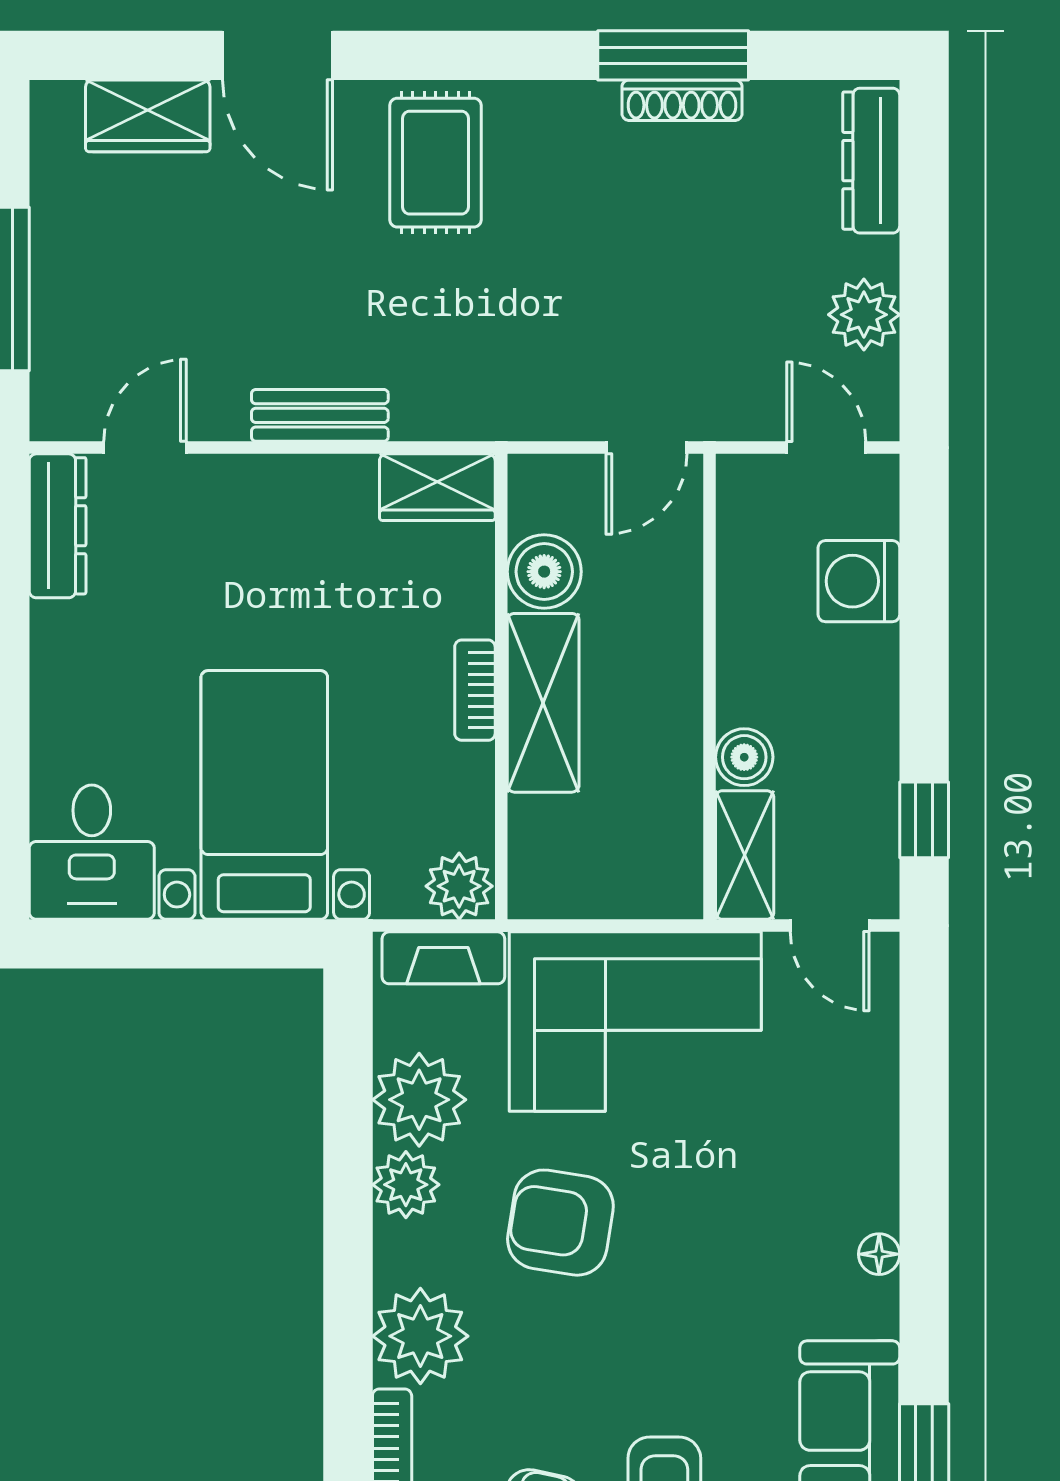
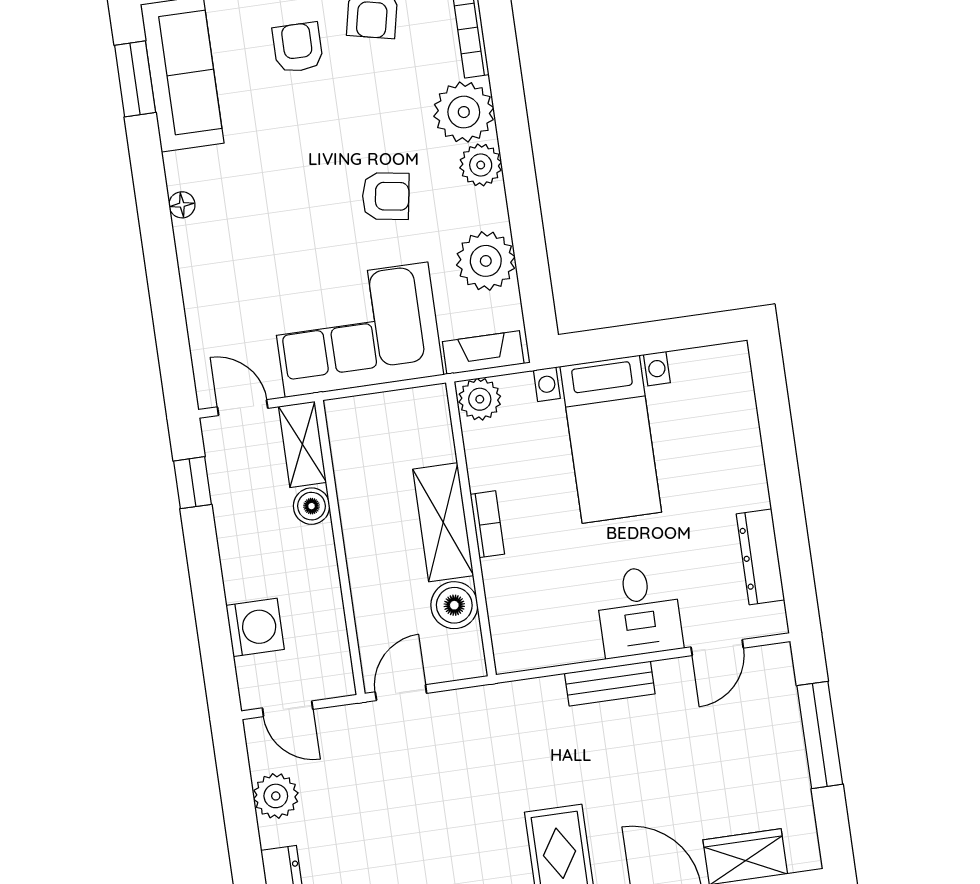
wardrobe: (437, 487) -> (529, 649), removed
dresser: (58, 526) -> (761, 557), moved
desk: (92, 852) -> (639, 611), moved, turned 180
plant: (406, 1185) -> (481, 165), moved
armchair: (560, 1223) -> (386, 196), width x0.72, depth x0.72

